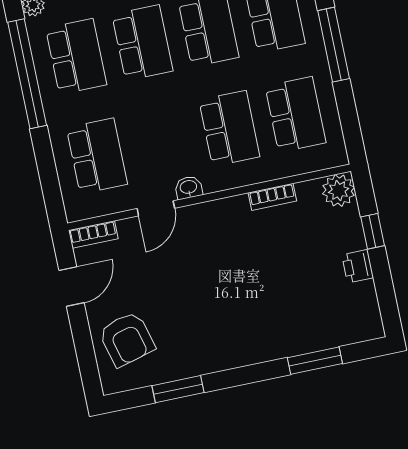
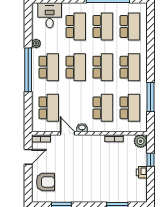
window: (334, 45) -> (151, 97), moved
door: (156, 208) -> (68, 133), swing flipped
armchair: (127, 339) -> (45, 182), turned -75

